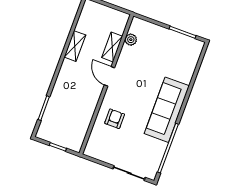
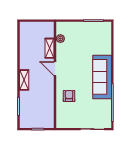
shelving: (75, 46) -> (24, 80), moved

